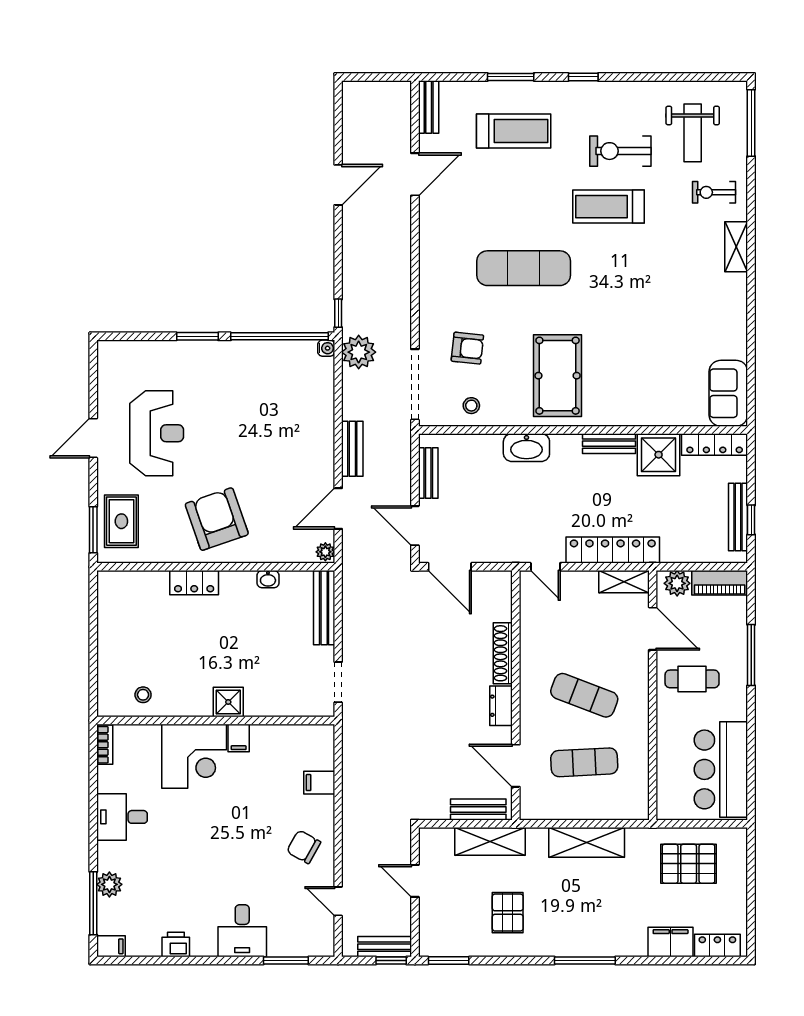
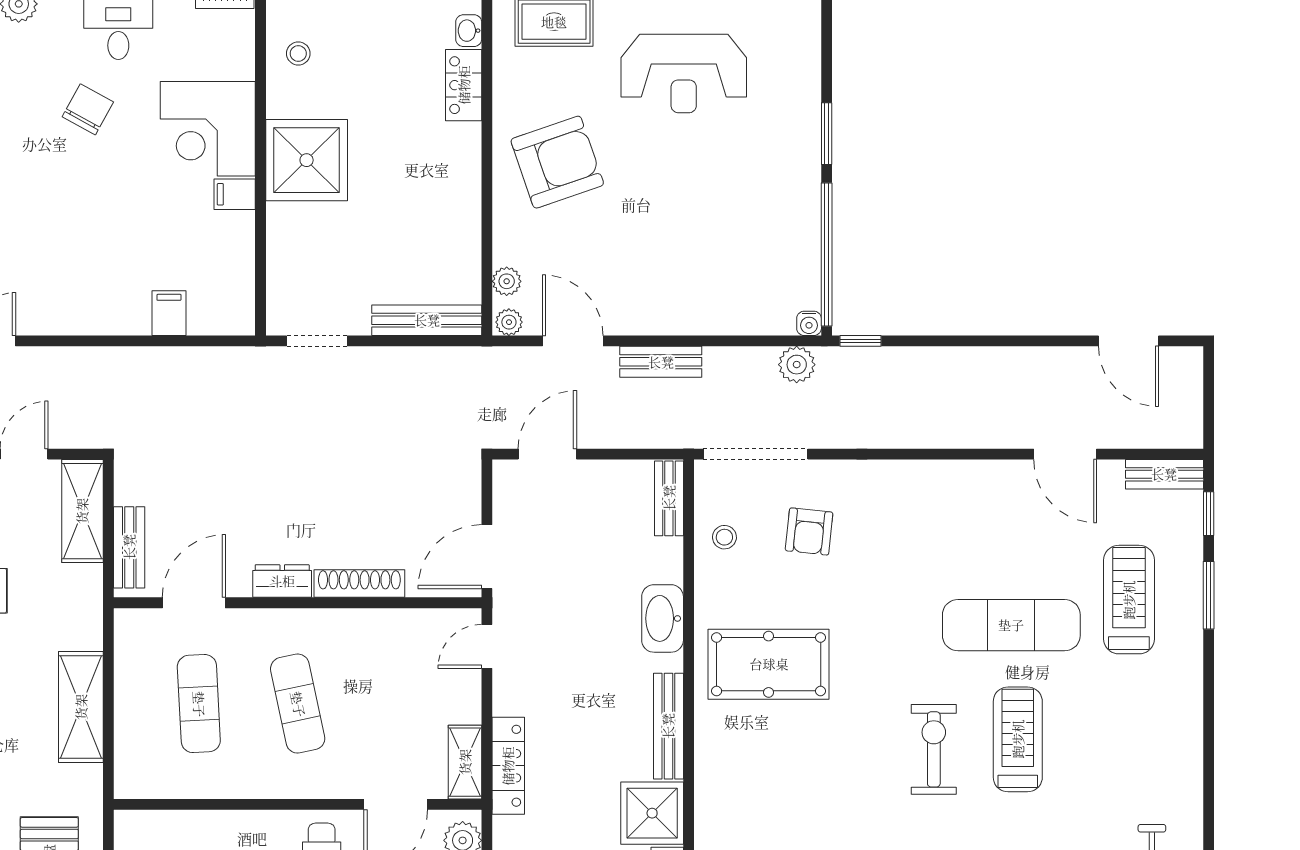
window: (583, 77) -> (1209, 514), moved
treadmill: (514, 131) -> (1129, 600), turned 180
exercise bike: (620, 151) -> (934, 749), moved
door: (338, 185) -> (1128, 341), moved
exercise mat: (524, 268) -> (1011, 625), moved, turned 90
plant: (359, 352) -> (797, 365), width x0.73, depth x0.73
bench: (609, 444) -> (668, 726), width x1.36
bench: (428, 473) -> (669, 498), moved, turned 90
locker: (613, 550) -> (508, 766), width x0.71, depth x0.83
plant: (298, 553) -> (507, 281), added
door: (450, 567) -> (487, 557), moved
washbasin: (268, 579) -> (469, 31), moved
locker: (194, 583) -> (464, 85), moved
exercise mat: (584, 695) -> (298, 704), turned -33
shower: (228, 702) -> (307, 160), width x1.86, depth x1.86
shelving: (490, 841) -> (82, 511), moved
chair: (304, 847) -> (88, 109), moved

